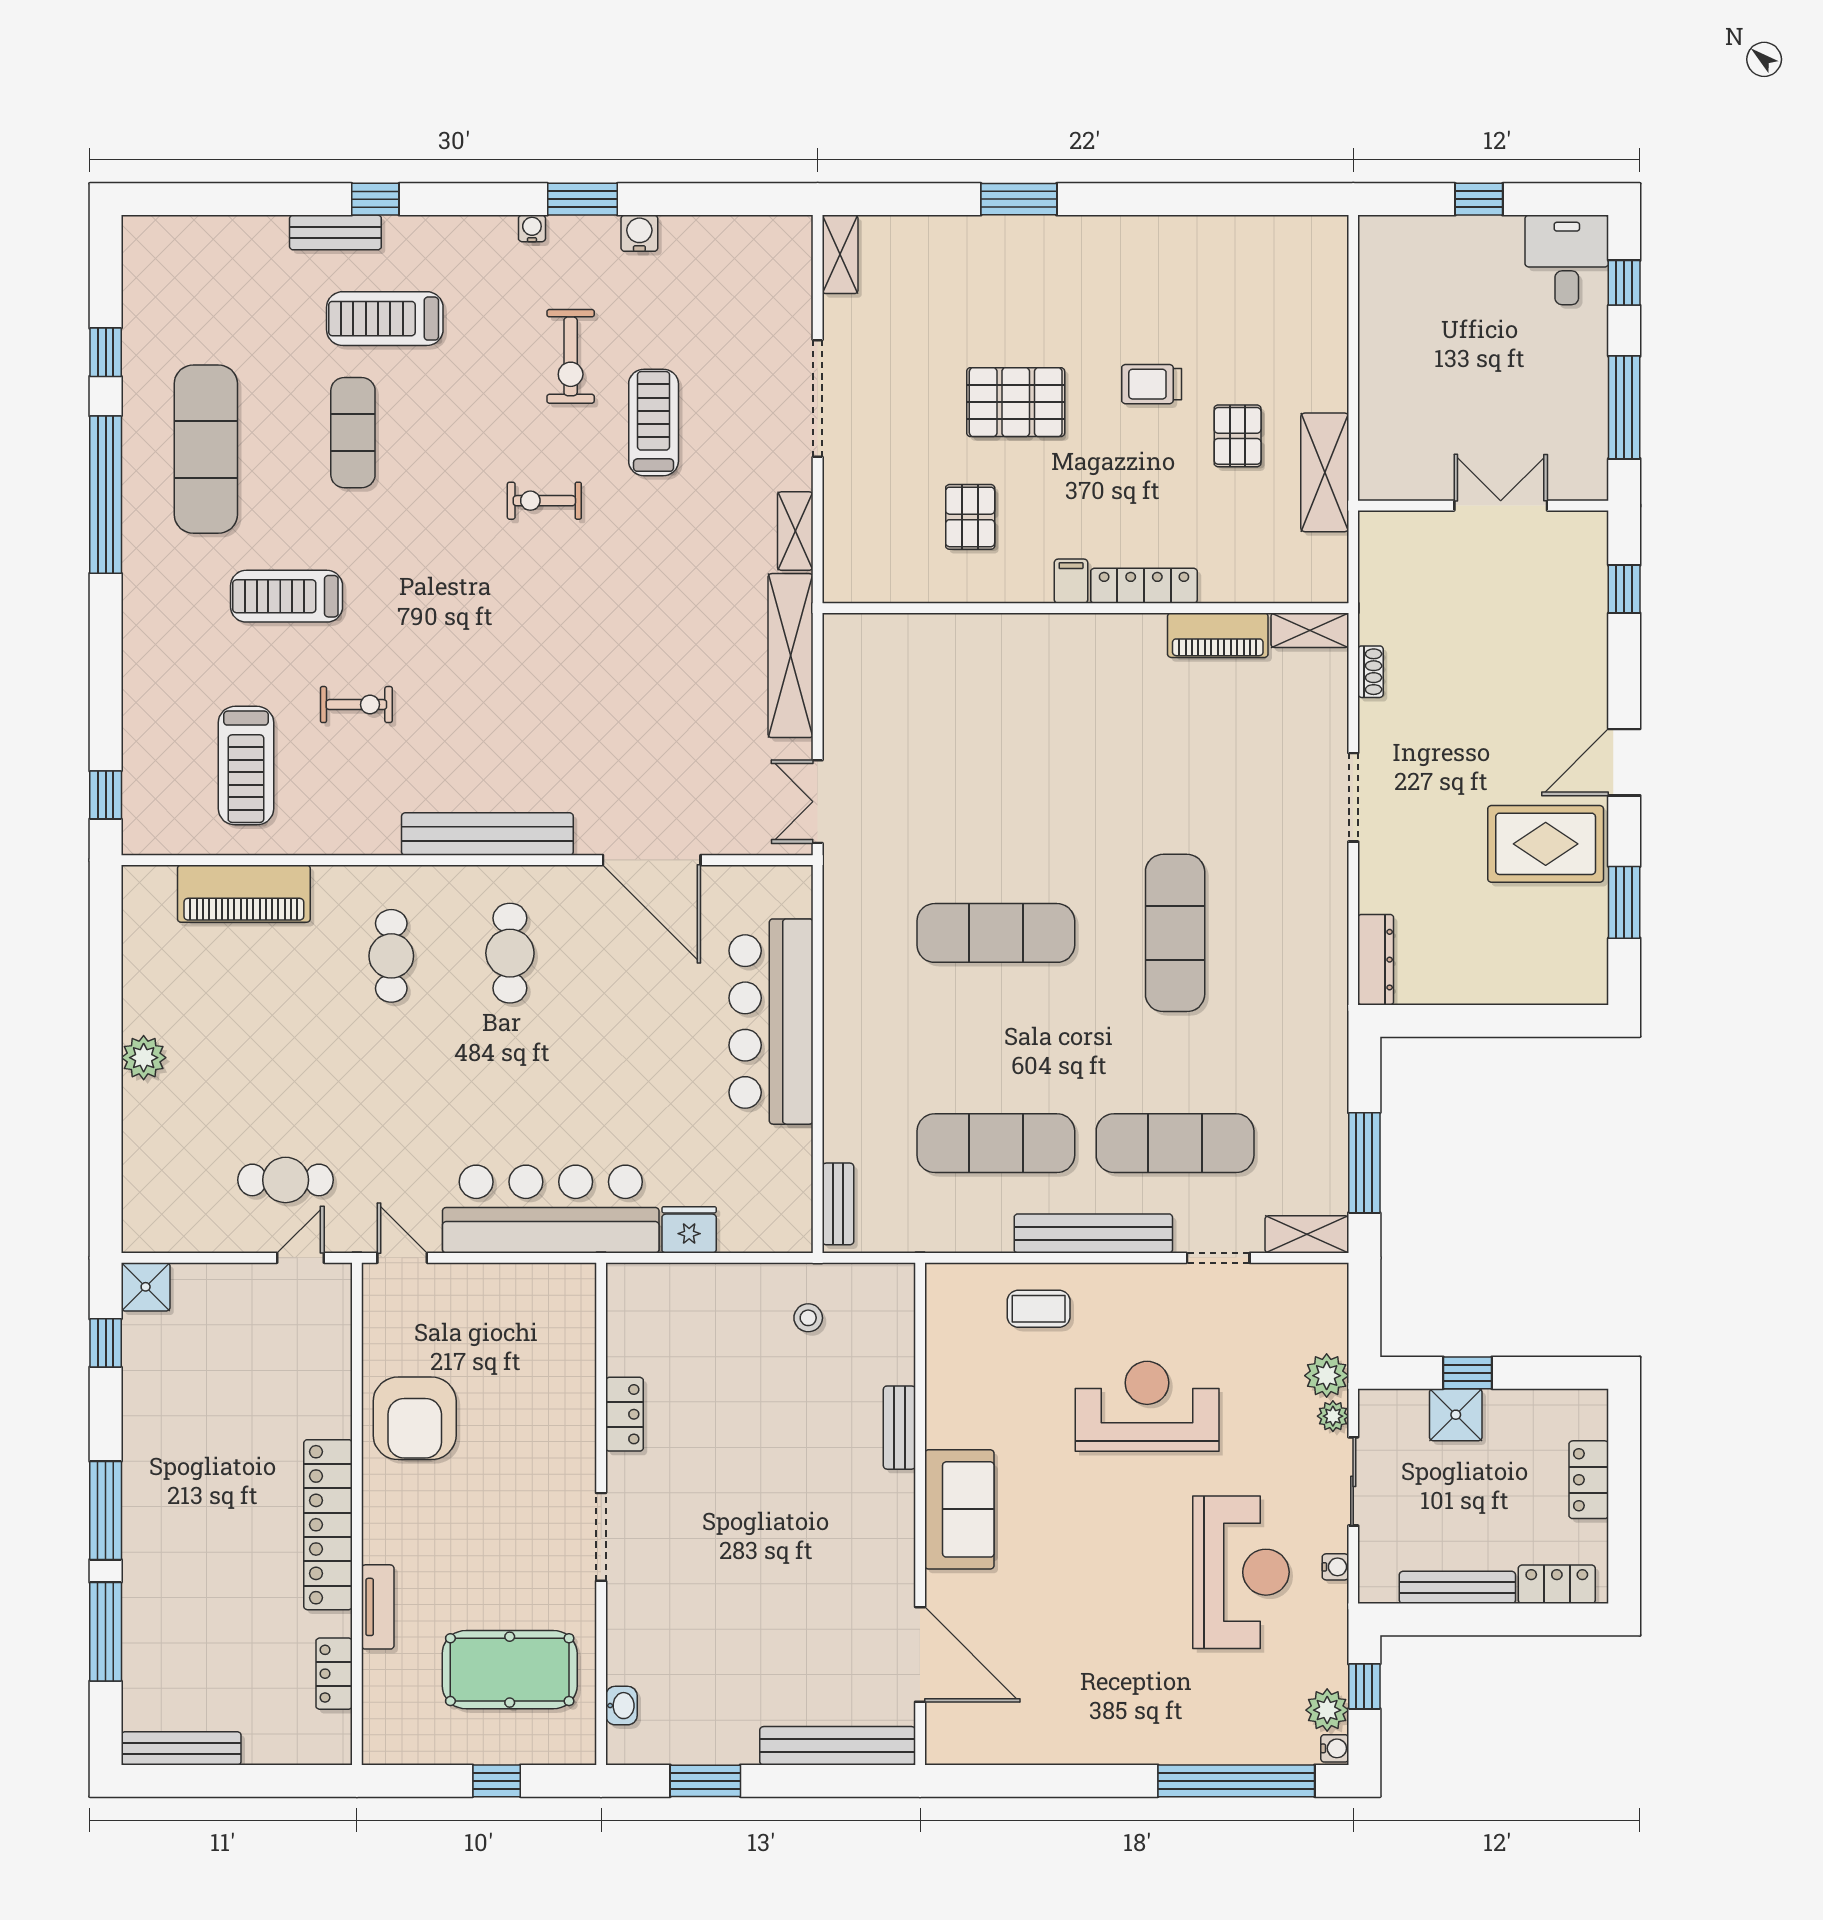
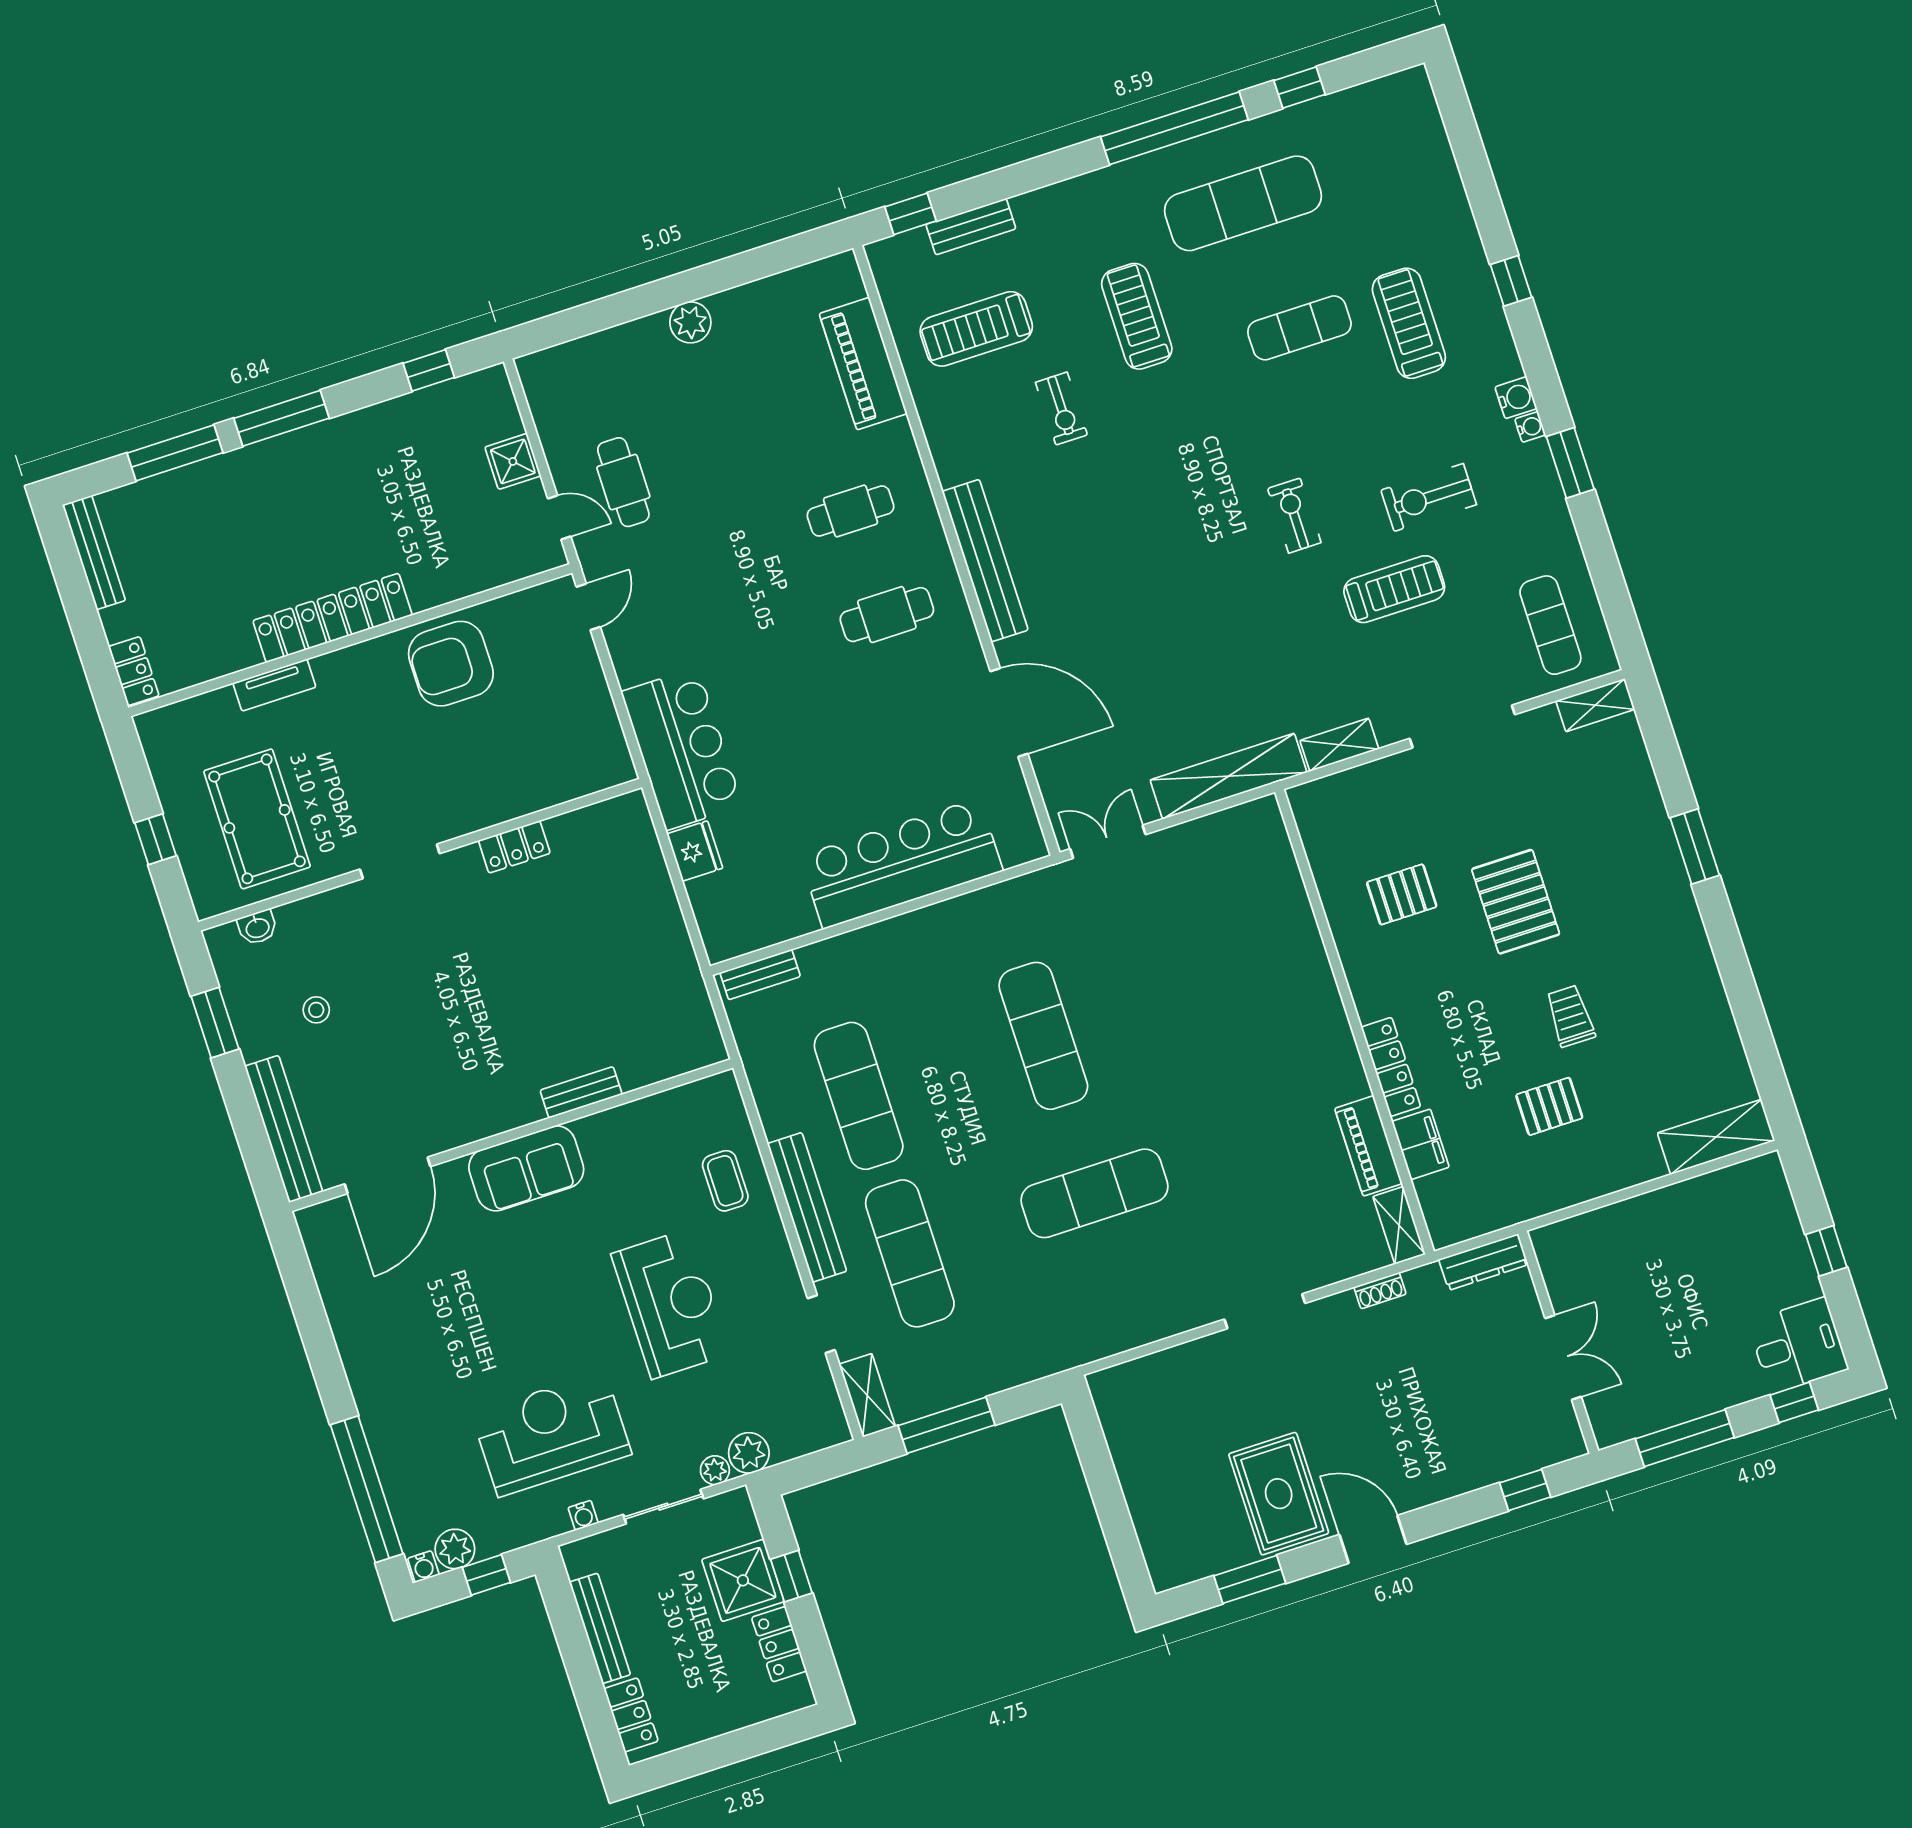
bench: (335, 232) -> (971, 227), moved, turned 90
water cooler: (639, 233) -> (1516, 398), moved
exercise mat: (743, 274) -> (1550, 625), added
shelving: (1325, 472) -> (1716, 1137), moved
filing cabinet: (1071, 581) -> (1420, 1144), moved, width x2.00
door: (652, 860) -> (1009, 713), swing flipped
dresser: (1376, 960) -> (1483, 1262), moved
bar counter: (551, 1209) -> (682, 749), width x0.73
shower: (146, 1287) -> (513, 461), moved
stool: (808, 1318) -> (316, 1010), moved
shower: (1456, 1415) -> (743, 1580), width x1.36, depth x1.36
locker: (1589, 1480) -> (779, 1644), moved, turned -90
reception desk: (1241, 1572) -> (551, 1434), turned 180
locker: (334, 1674) -> (134, 671), moved, turned 90

